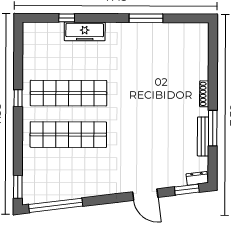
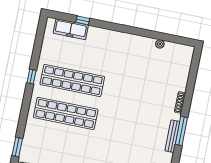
window: (146, 18) -> (146, 33), removed
plant: (166, 28) -> (160, 44), added
freezer: (85, 31) -> (71, 29), moved

